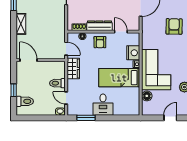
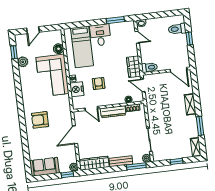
armchair: (174, 26) -> (40, 120), turned 89
armchair: (100, 42) -> (99, 83), moved
bed: (119, 78) -> (82, 47), moved, turned 90
toilet: (57, 83) -> (149, 67), moved

